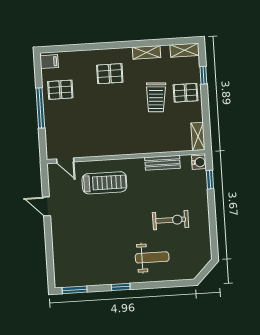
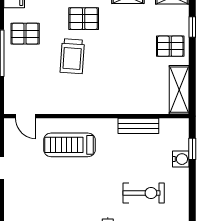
trolley: (156, 97) -> (72, 56), moved
shelving: (198, 136) -> (179, 90), width x1.50, depth x1.33
water cooler: (199, 162) -> (181, 159), moved
treadmill: (104, 183) -> (69, 145), turned 180

